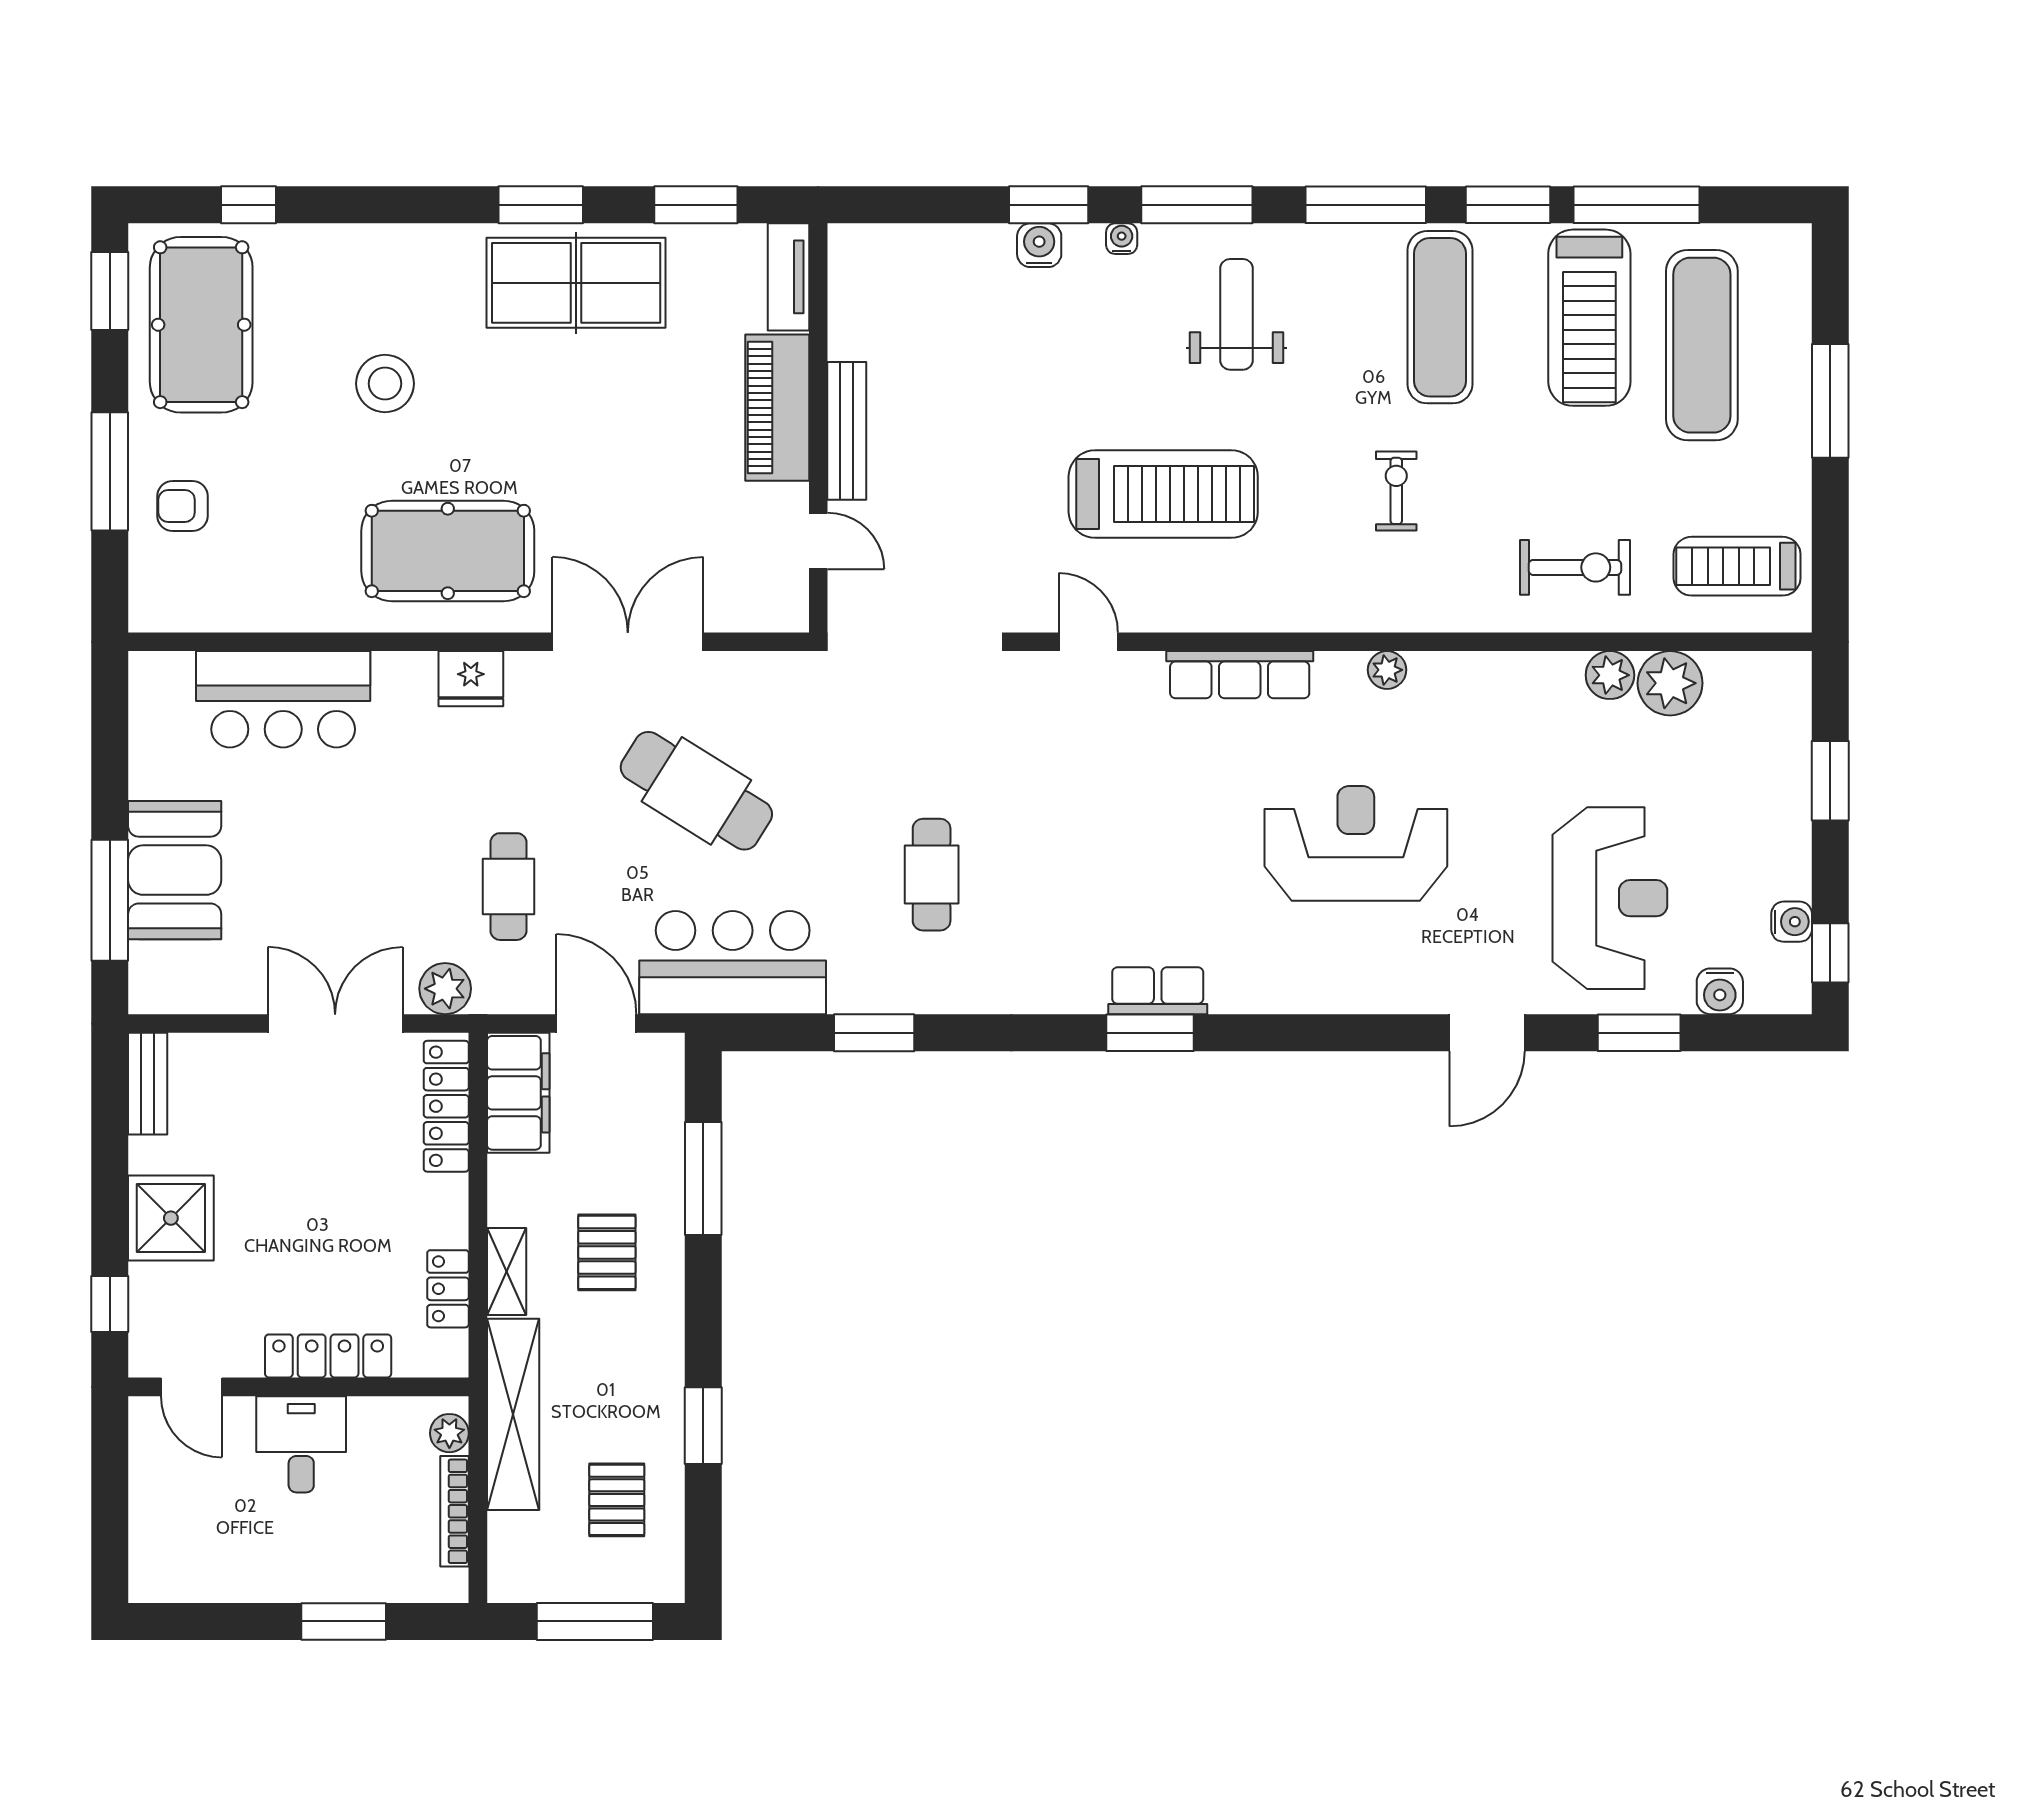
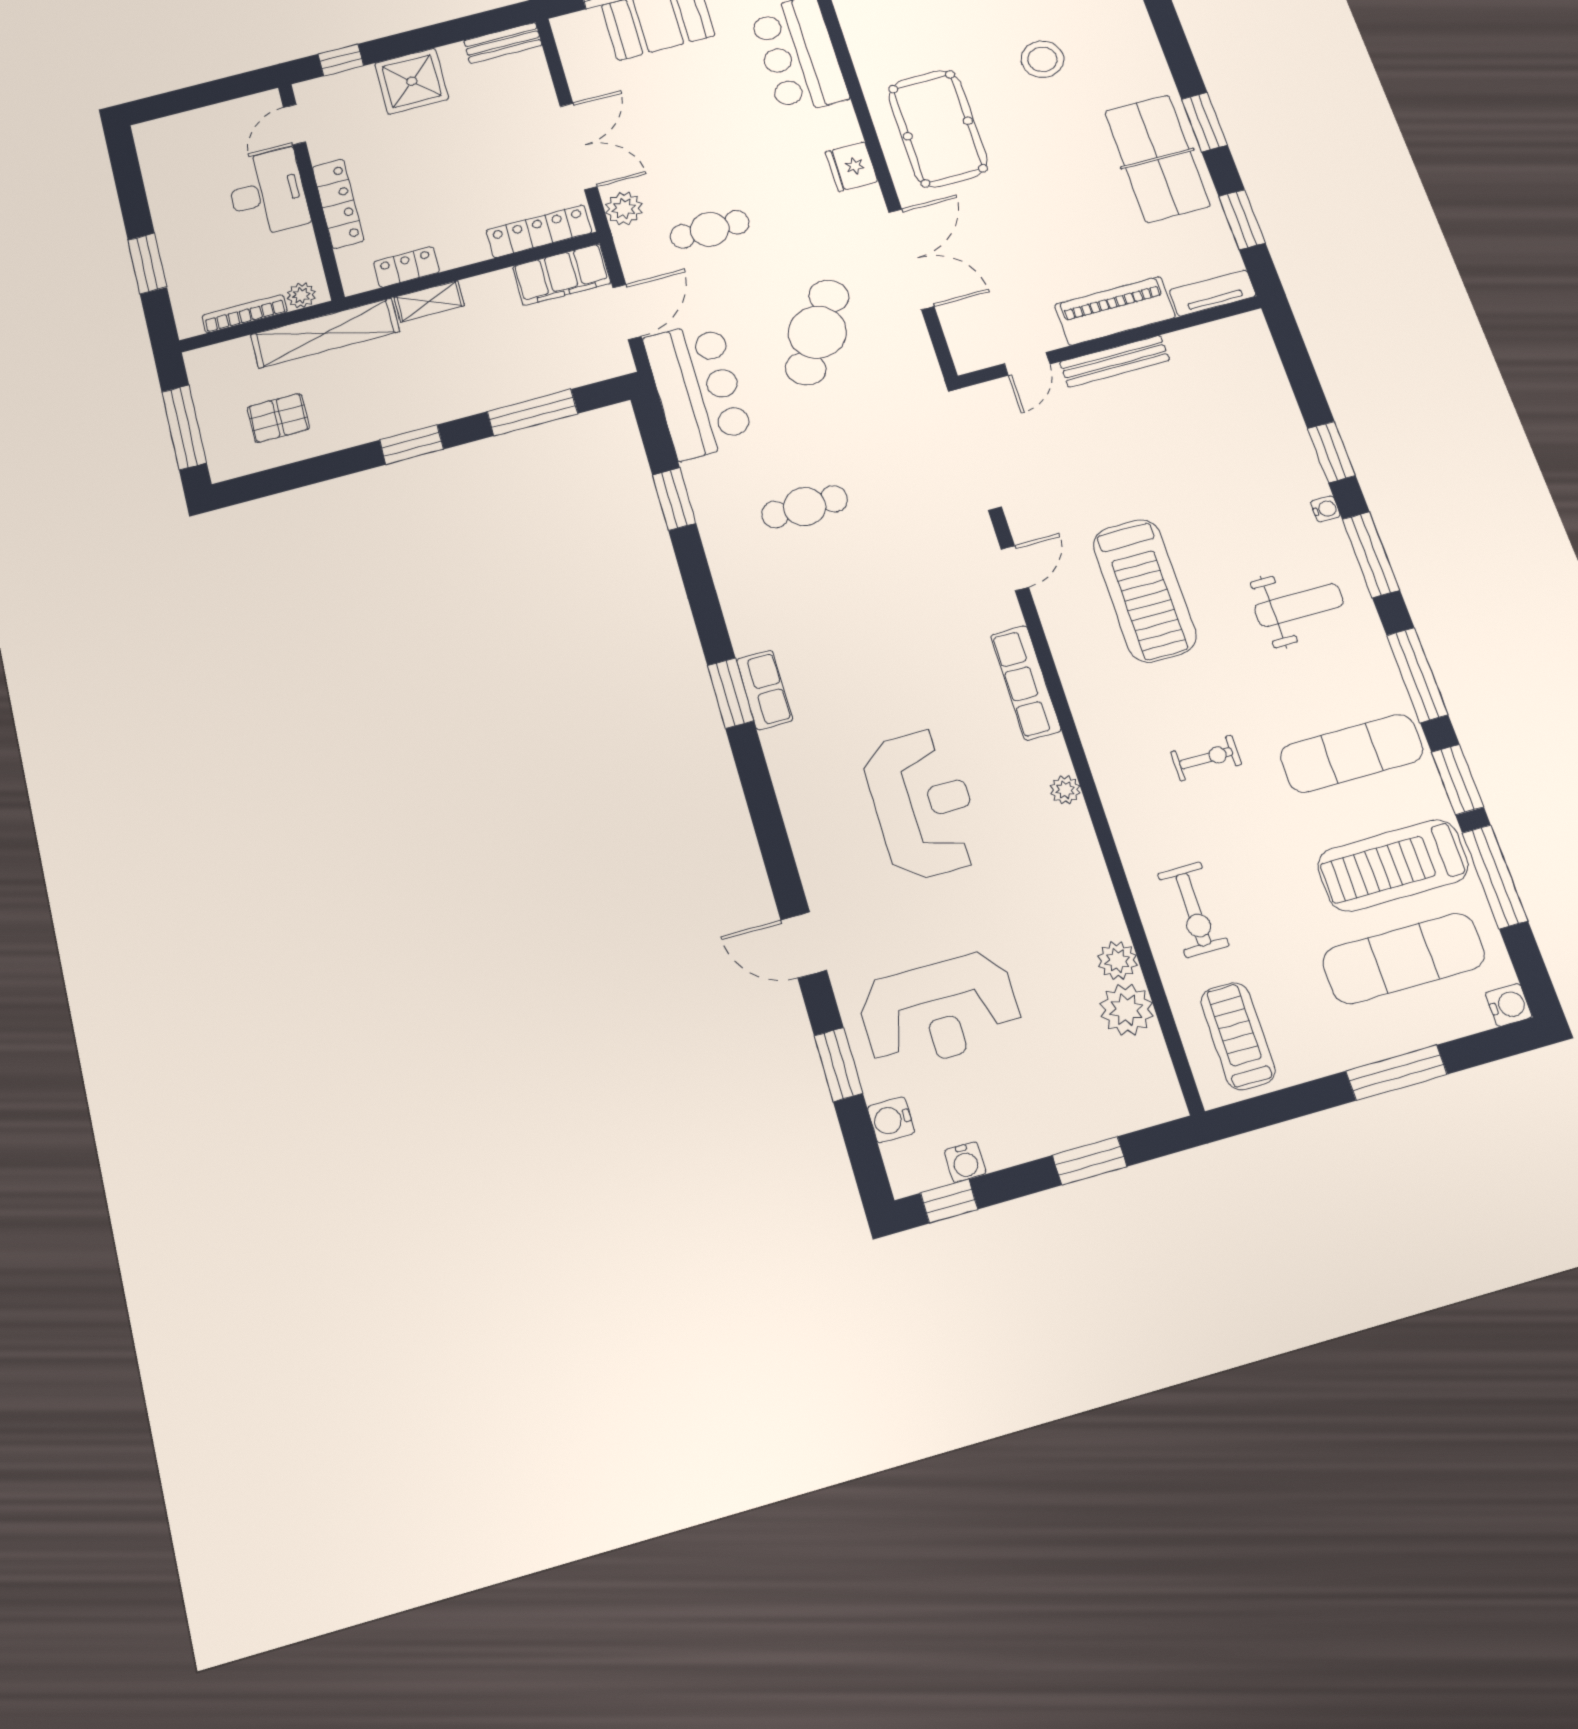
water cooler: (1039, 245) -> (1509, 1005), moved
pallet: (607, 1252) -> (460, 363), removed
window: (703, 1426) -> (412, 445), moved
desk: (301, 1444) -> (267, 193), width x1.37

